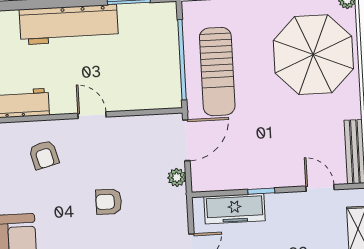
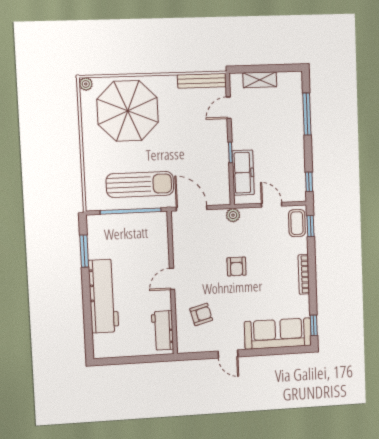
plant: (177, 177) -> (233, 215), moved

